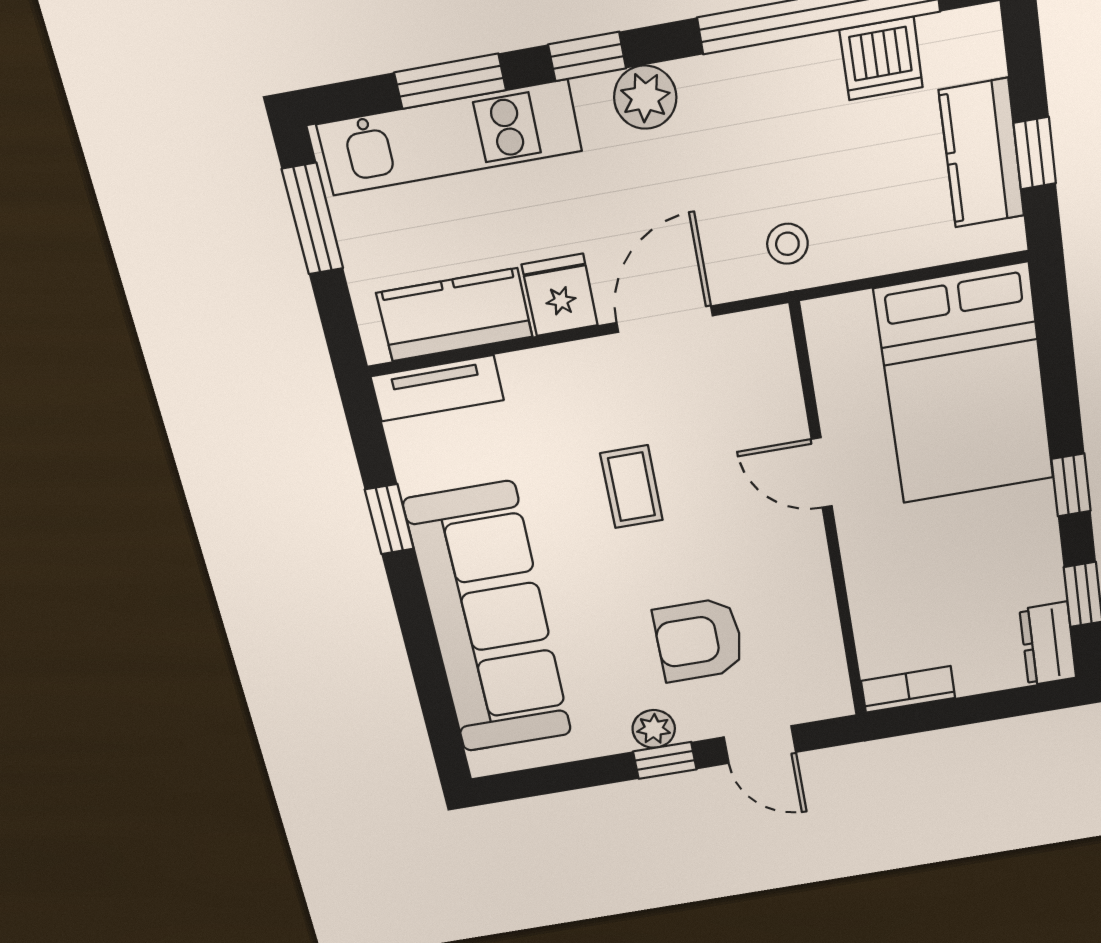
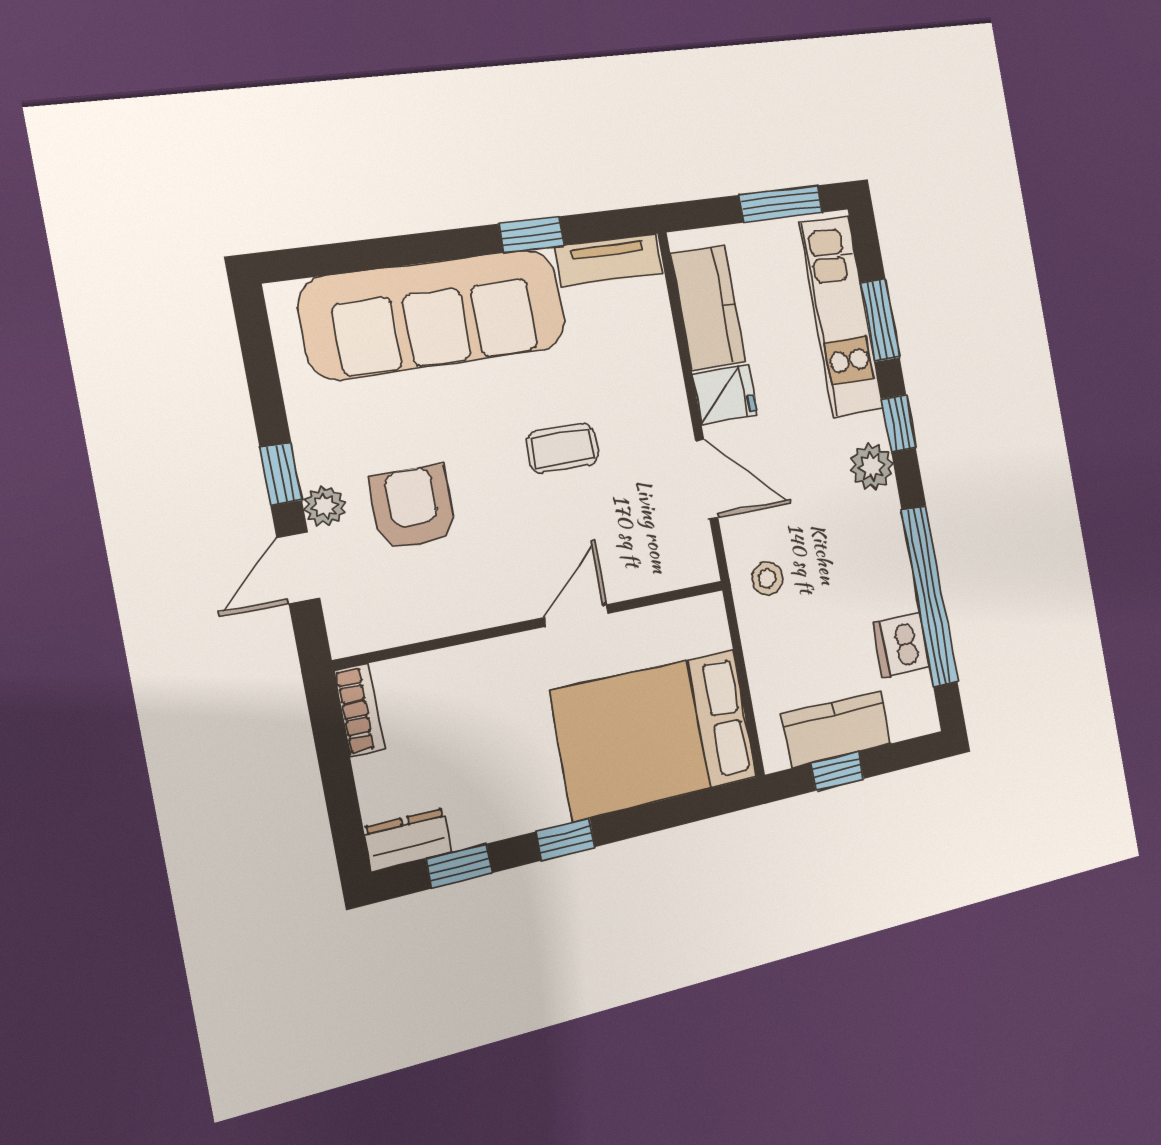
tv unit: (437, 388) -> (609, 260), moved, turned -90
plant: (654, 729) -> (325, 506), moved

